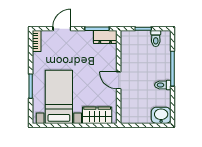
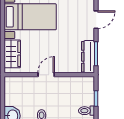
door: (62, 29) -> (96, 20), hinge flipped
dresser: (105, 37) -> (88, 57), width x1.44

